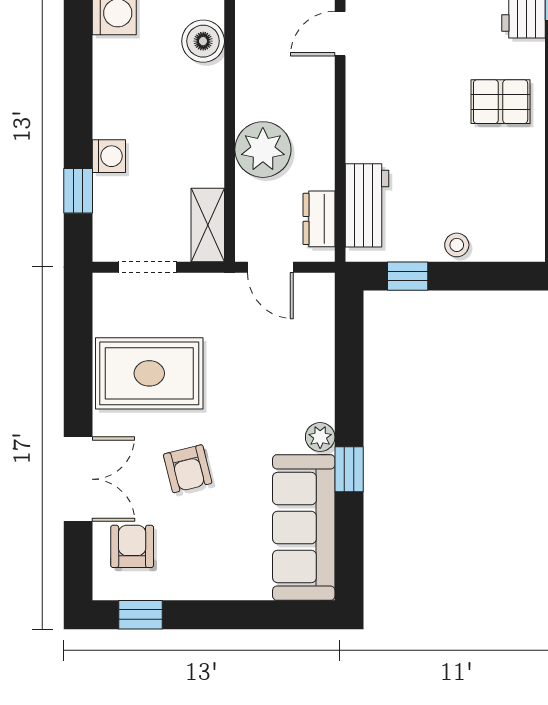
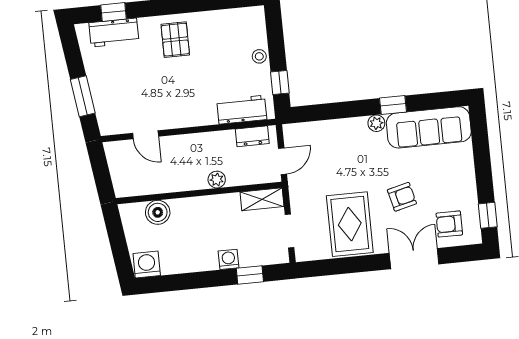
plant: (263, 150) -> (217, 180), width x0.53, depth x0.53

